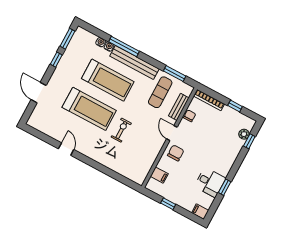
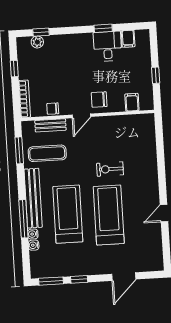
filing cabinet: (200, 212) -> (128, 39), moved

